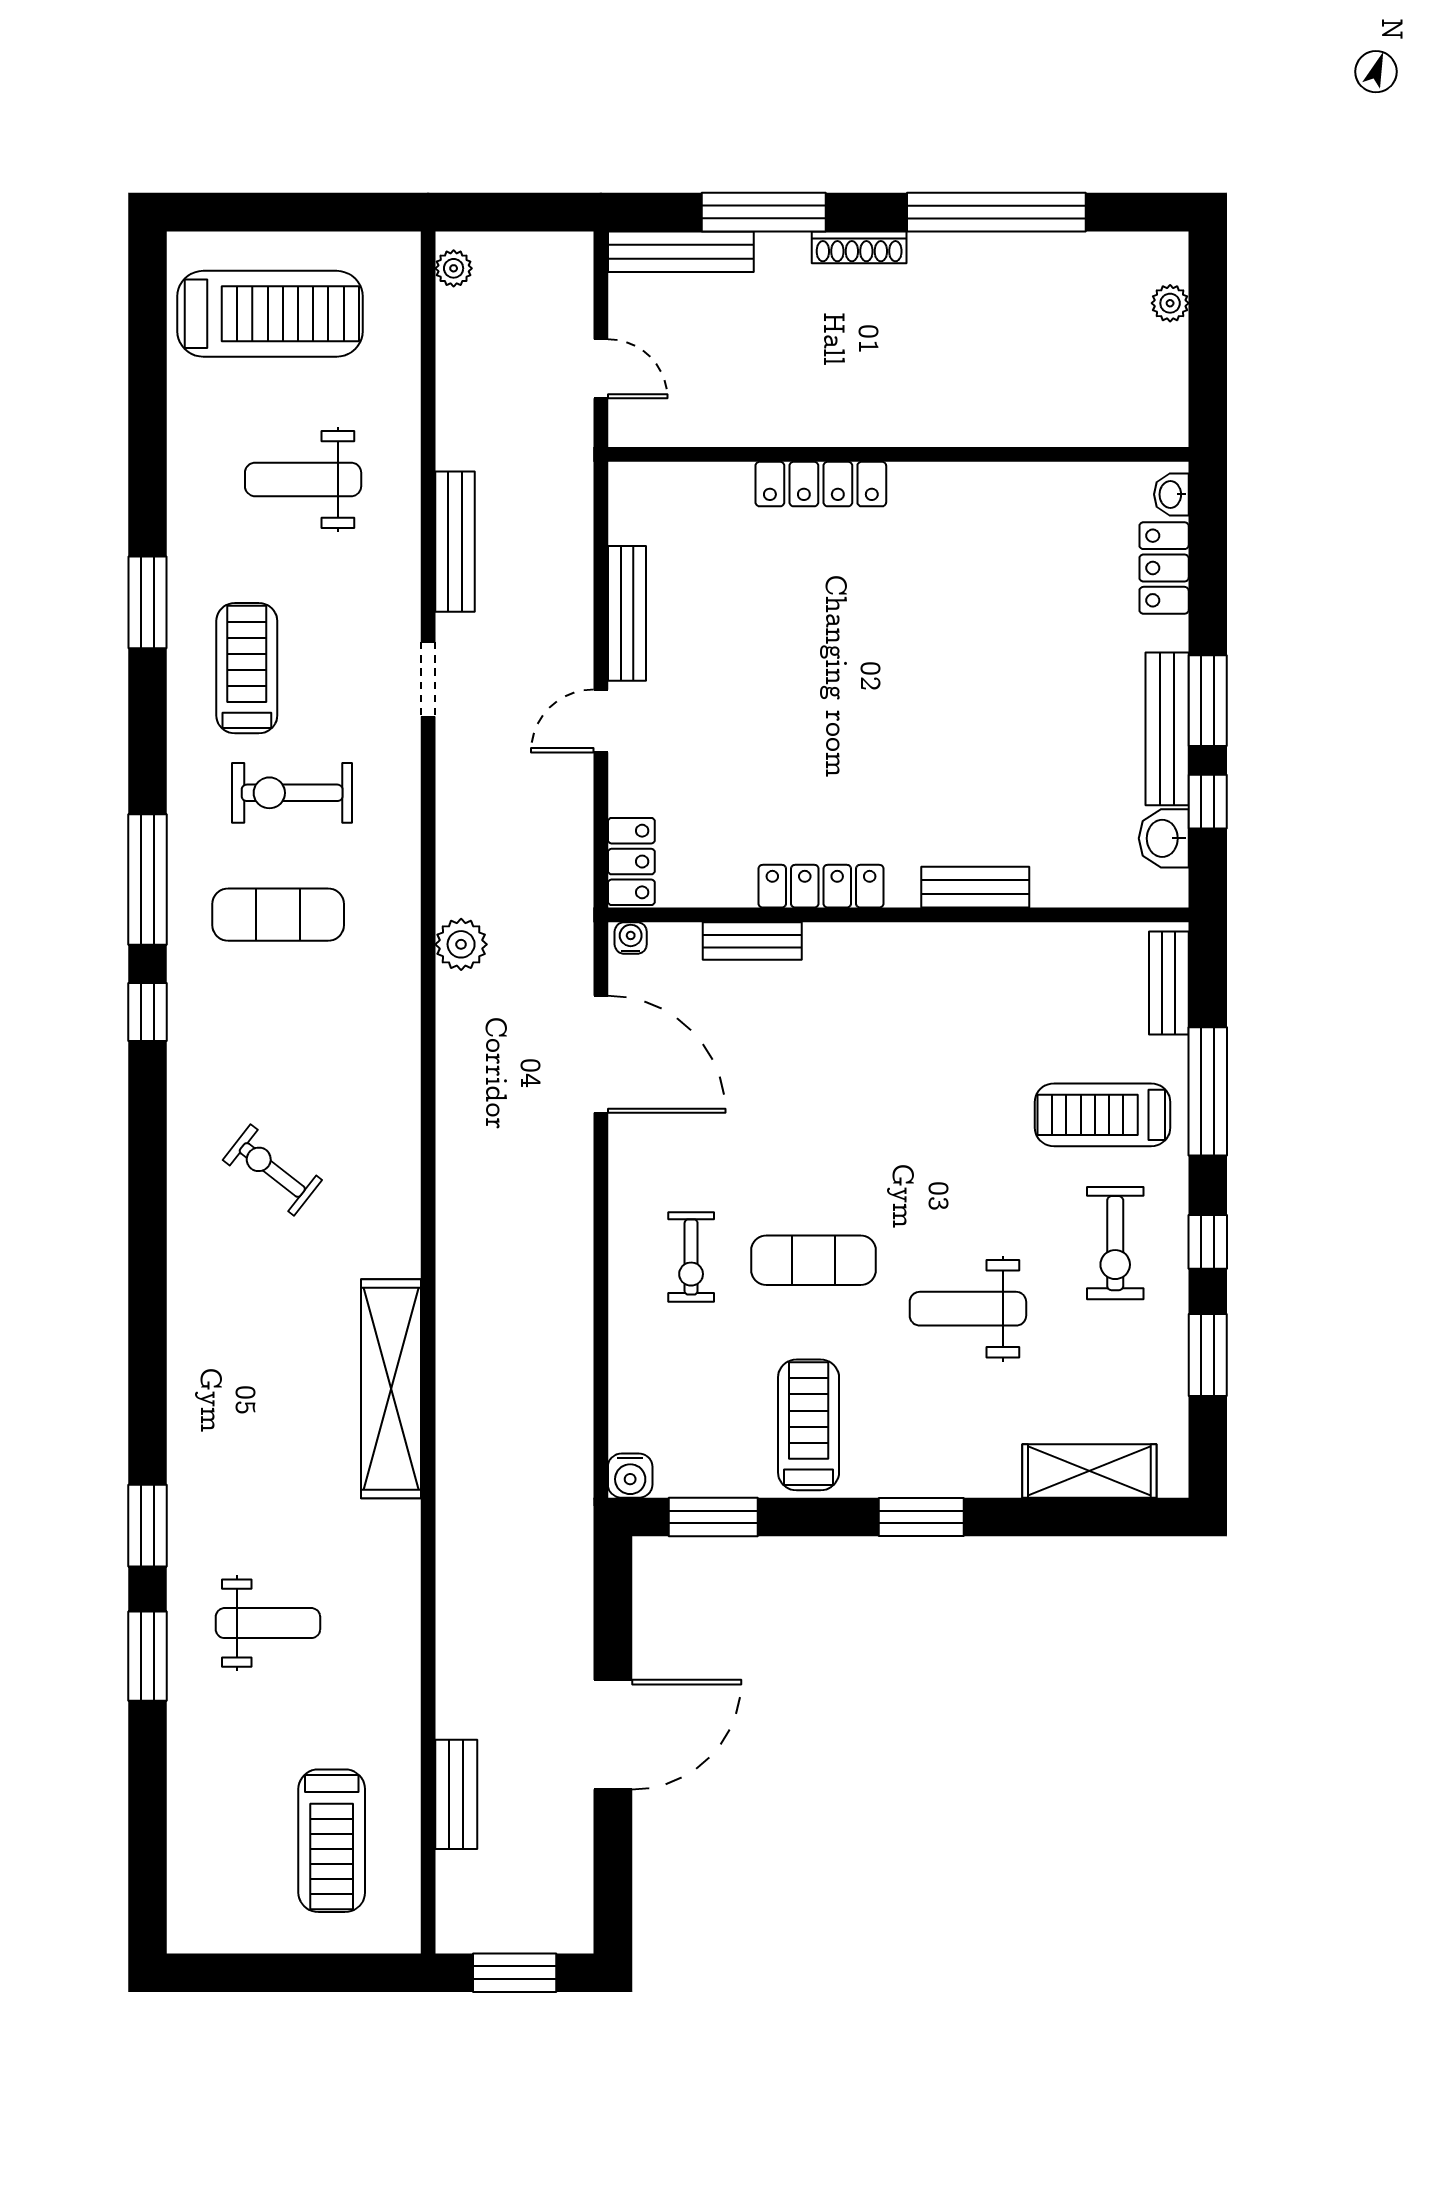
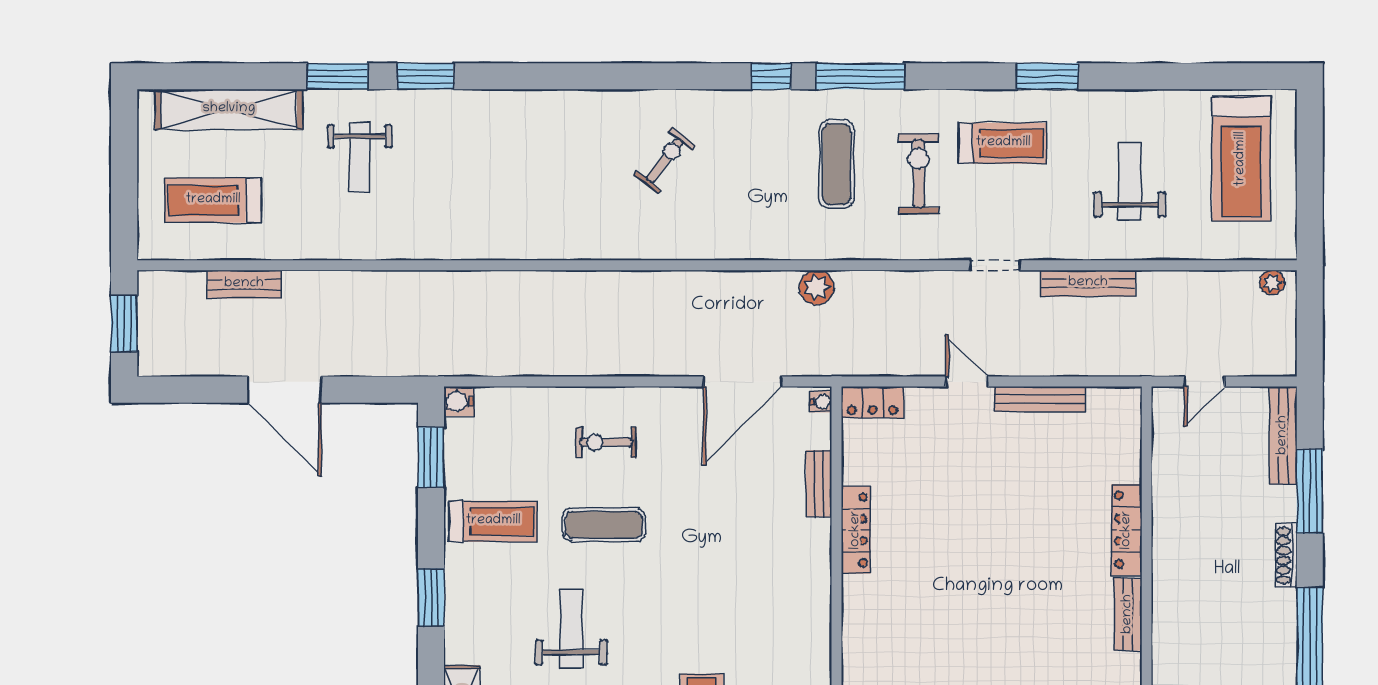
bench: (975, 887) -> (1128, 614), moved
exercise mat: (813, 1260) -> (604, 525), turned 90
shelving: (391, 1389) -> (229, 109), moved

